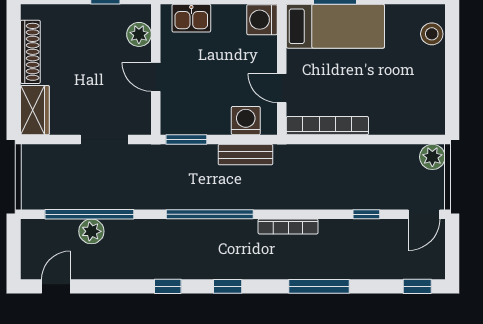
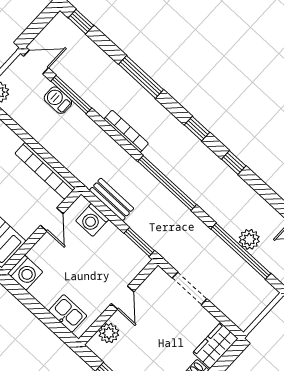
barbecue: (373, 198) -> (58, 100), added
window: (366, 214) -> (71, 95), width x2.17

